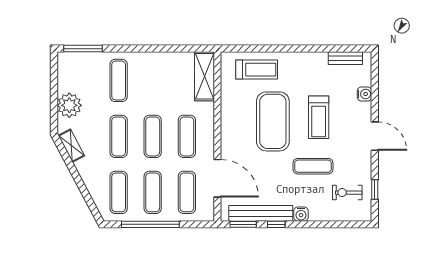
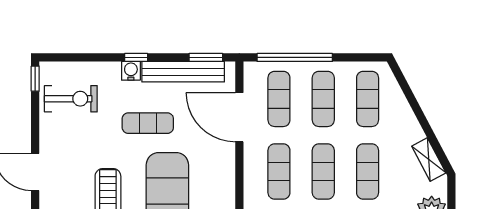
exercise mat: (313, 166) -> (148, 123), moved
window: (375, 190) -> (35, 79), moved
exercise bike: (347, 193) -> (71, 99), width x1.38, depth x1.39
window: (150, 224) -> (295, 57), moved
window: (276, 224) -> (136, 57), moved

